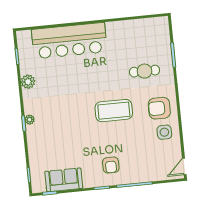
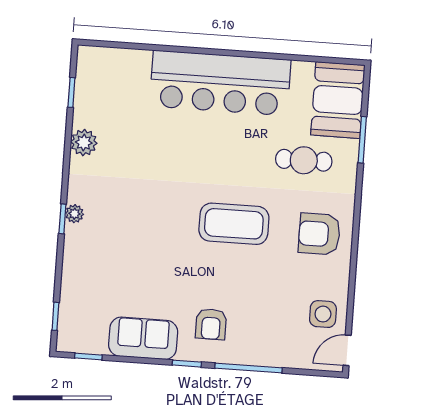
booth: (157, 37) -> (338, 100), added
bar counter: (69, 41) -> (220, 83), moved
side table: (164, 132) -> (323, 314), moved
sofa: (64, 180) -> (143, 338), moved

